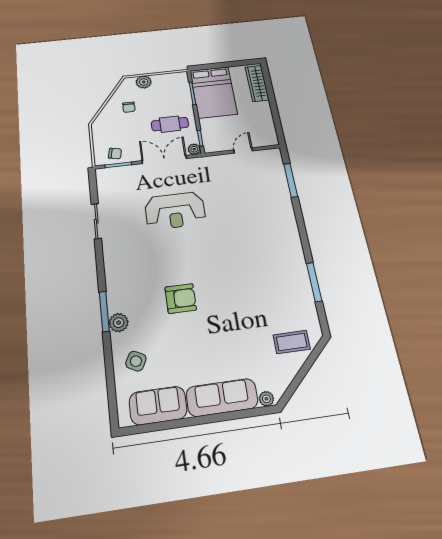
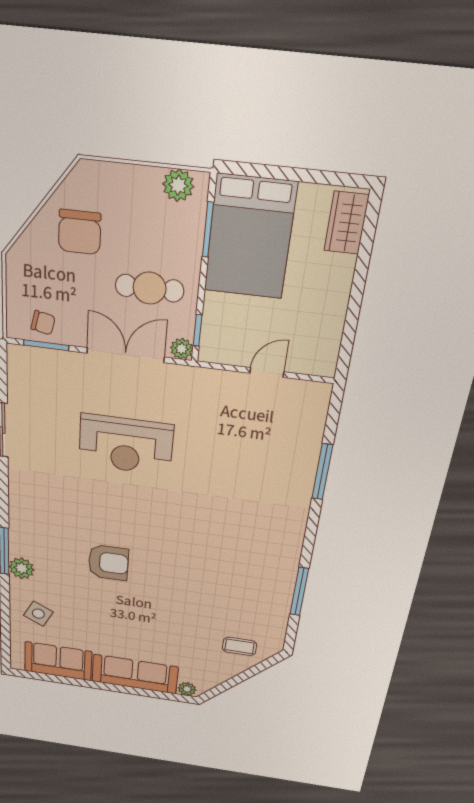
plant: (144, 82) -> (178, 185), moved
wardrobe: (257, 83) -> (346, 223), width x0.67
chair: (129, 107) -> (80, 232), width x1.87, depth x1.87
window: (291, 180) -> (322, 472), moved
coffee table: (292, 342) -> (239, 646), width x0.73, depth x0.77

